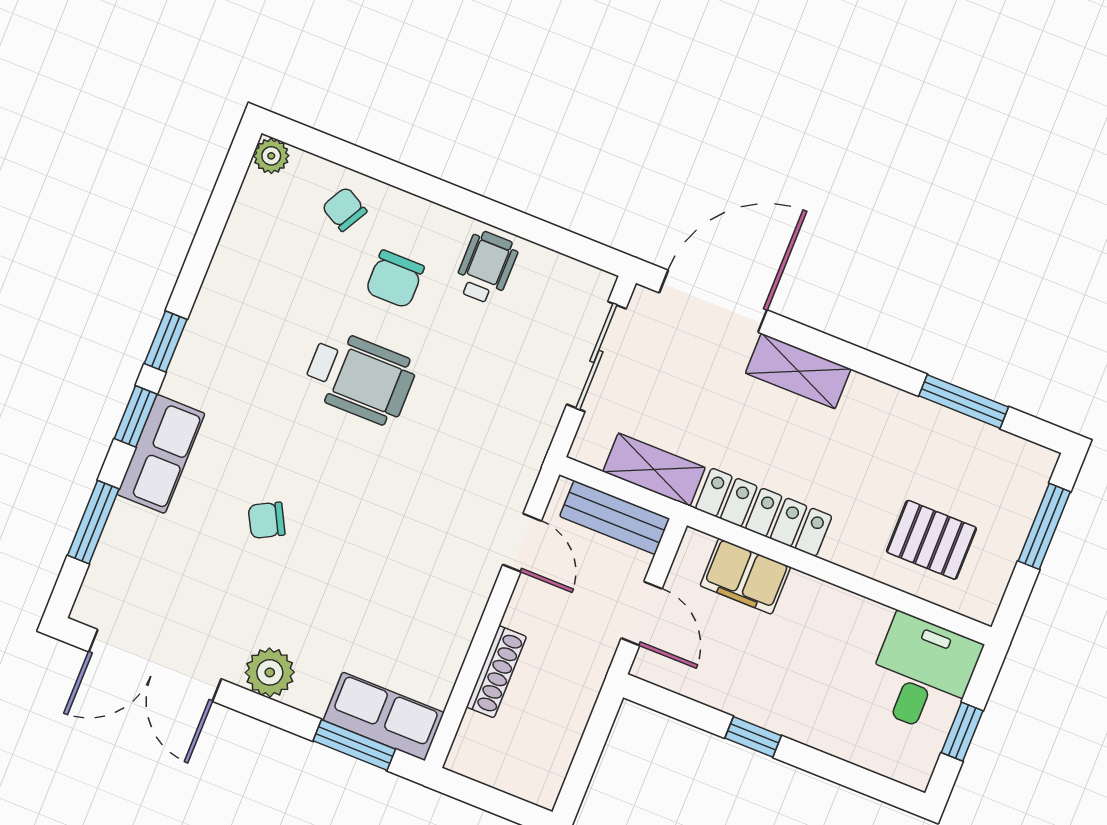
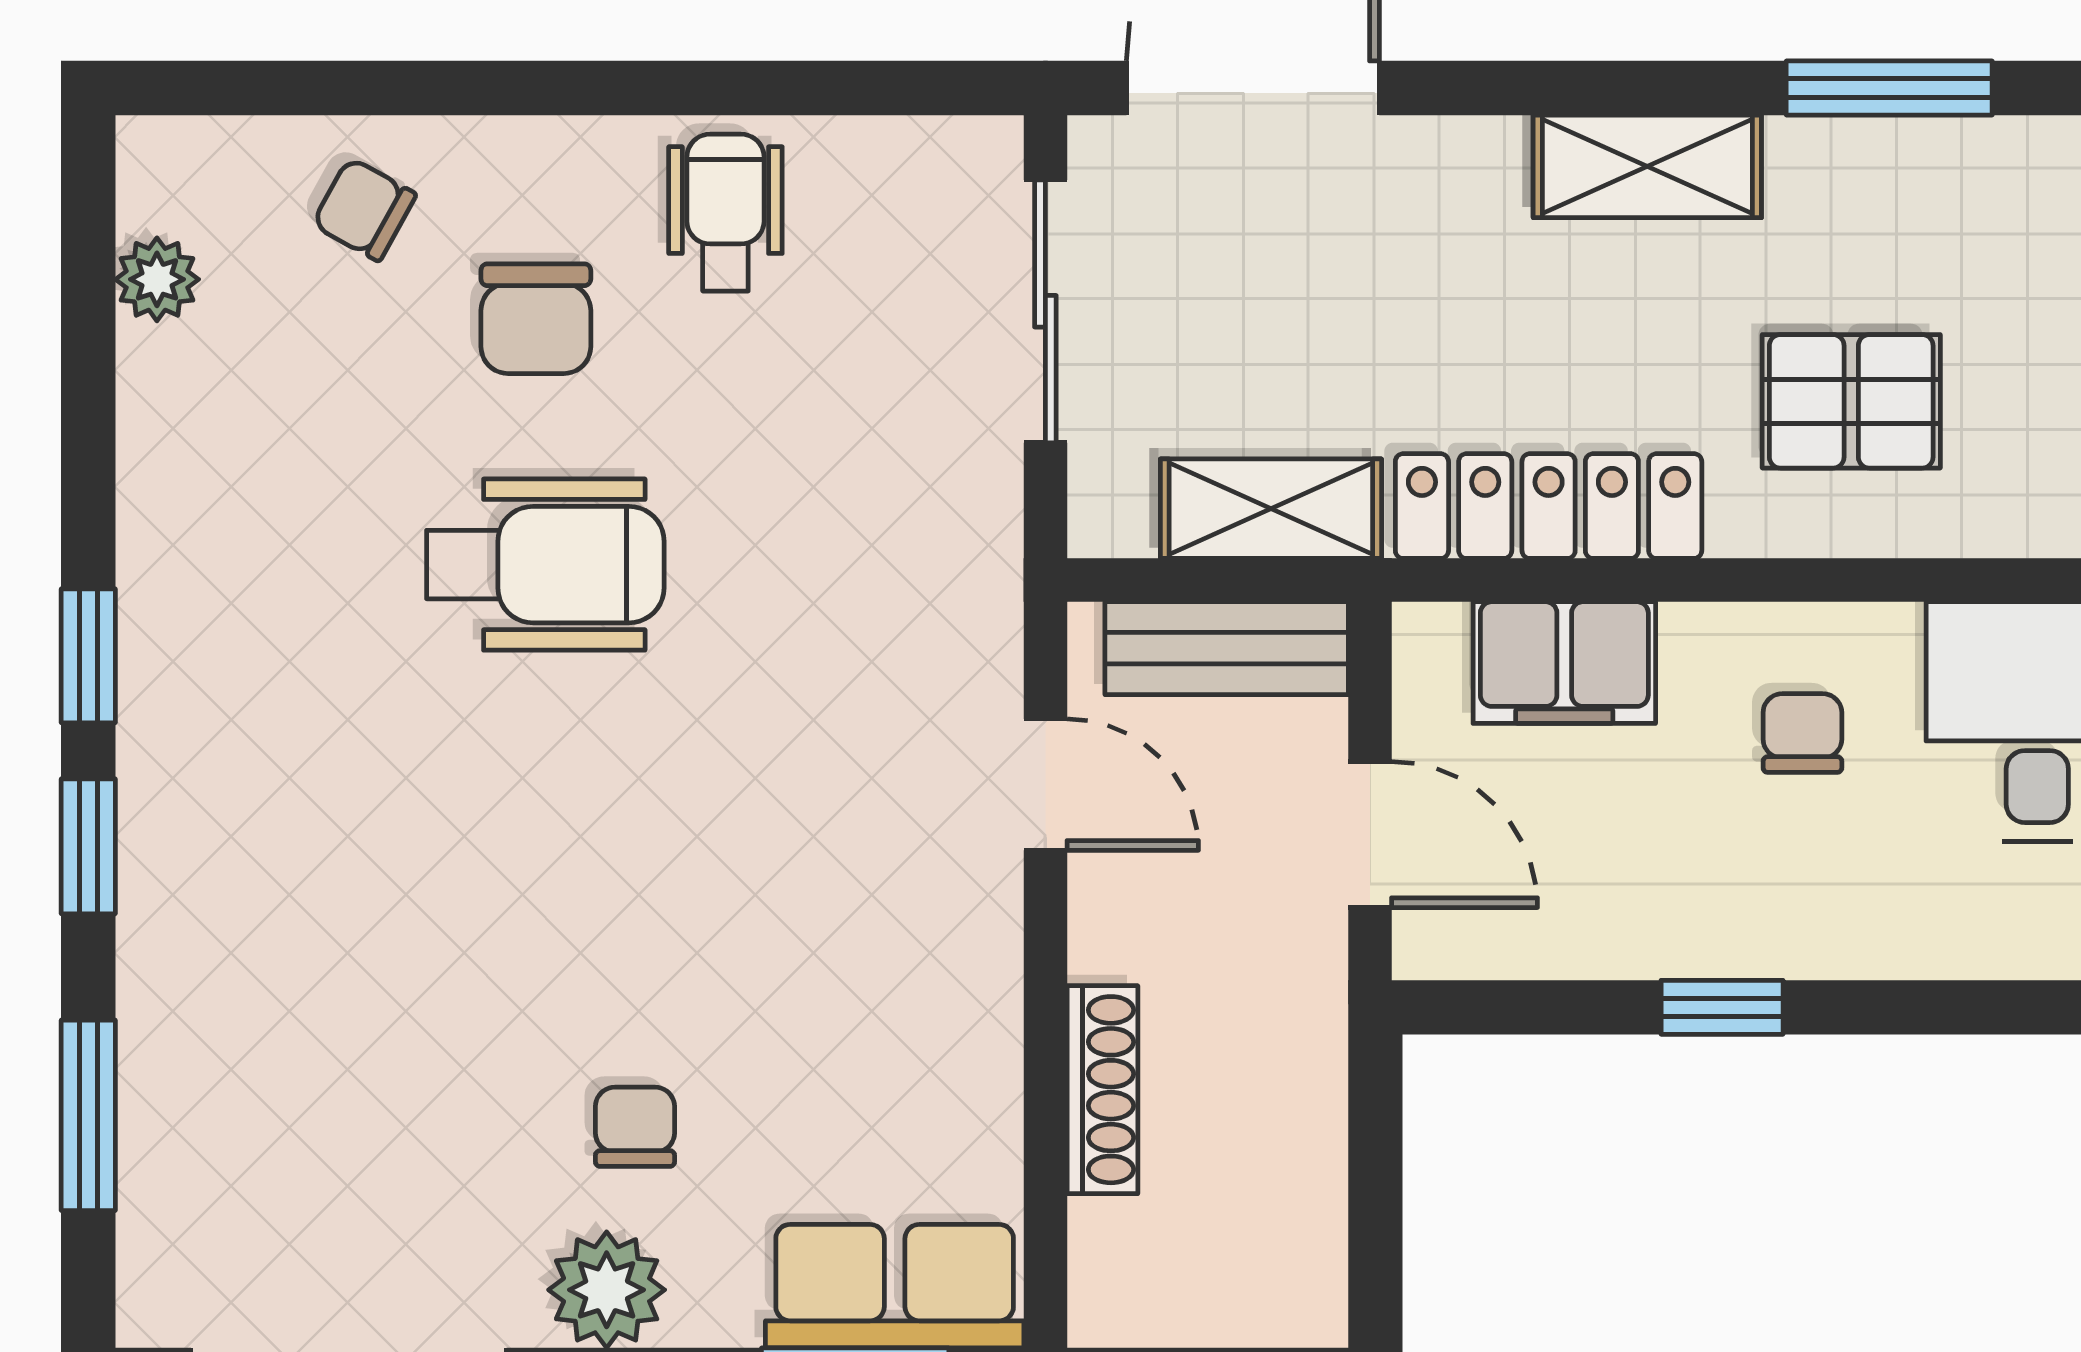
plant: (271, 156) -> (157, 279), moved
shelving: (798, 371) -> (1647, 166), moved
row of seats: (161, 454) -> (176, 907), removed
chair: (267, 520) -> (635, 1127), moved, turned 118
pallet: (931, 540) -> (1851, 401), moved
chair: (828, 642) -> (1802, 733), added

